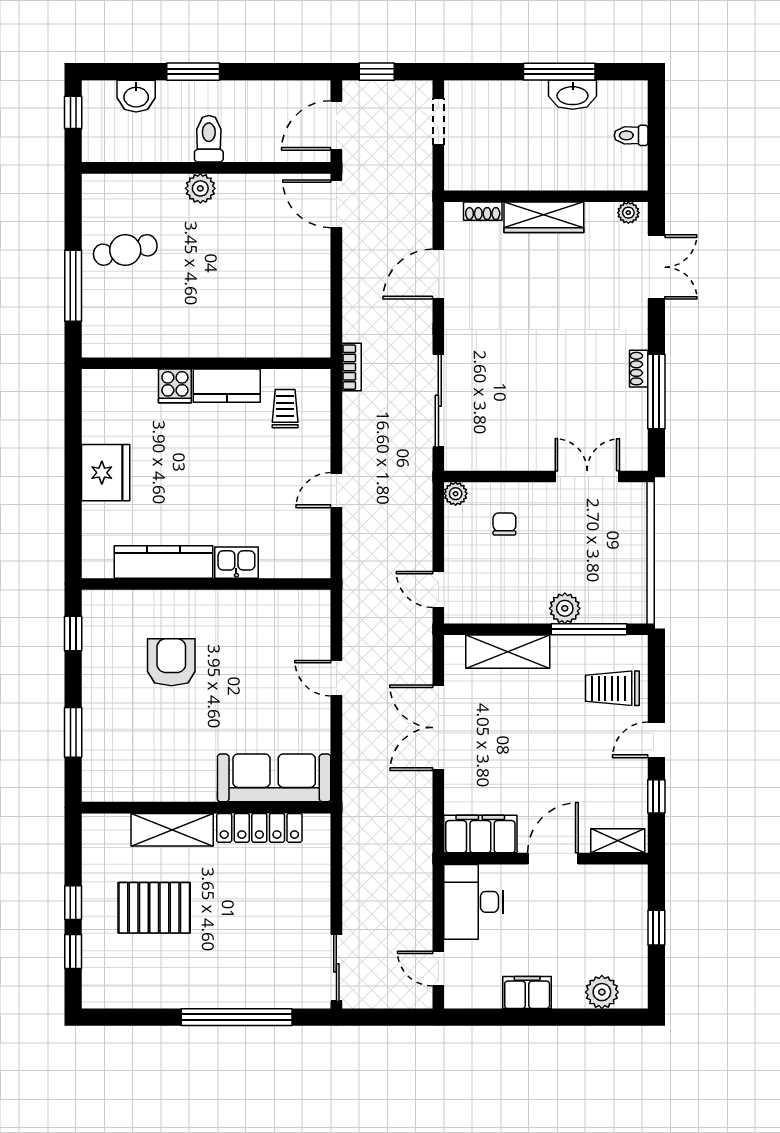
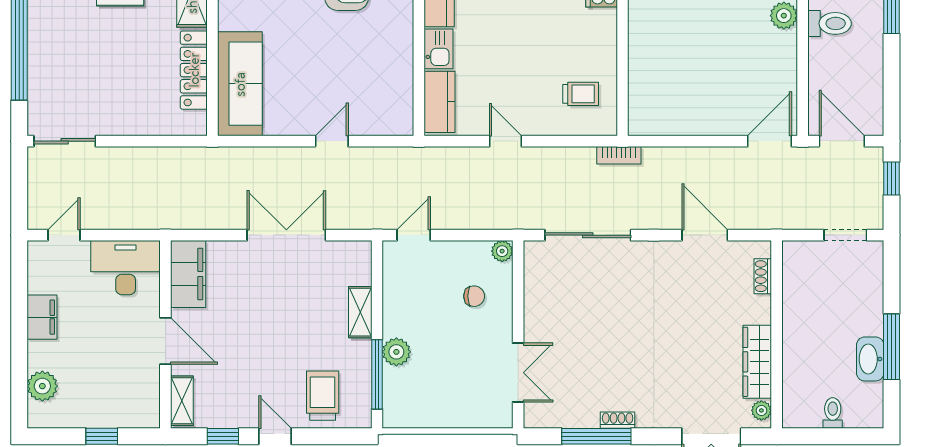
wardrobe: (544, 217) -> (757, 362), moved
kitchen counter: (227, 386) -> (439, 102), moved, turned 180
shelving: (508, 652) -> (360, 312), width x0.67, depth x0.75

